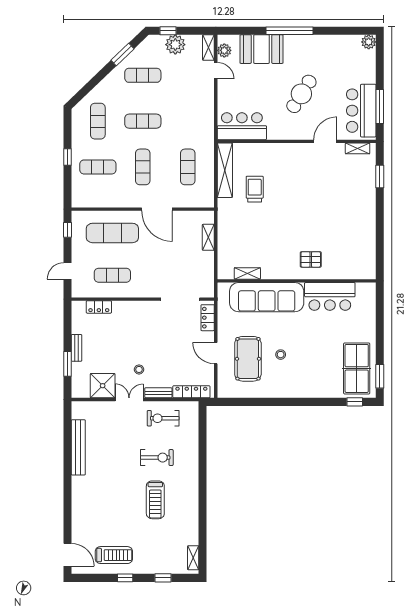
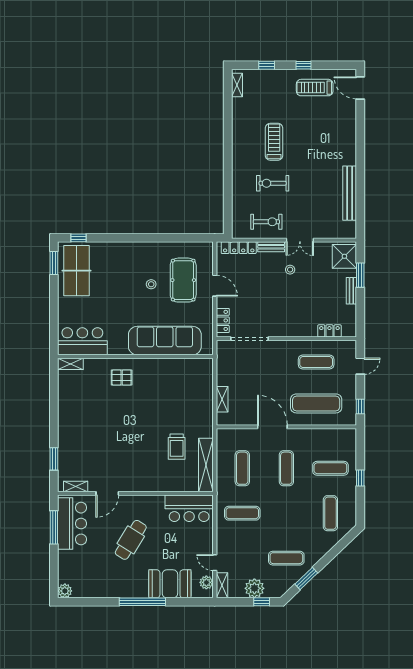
exercise mat: (143, 121) -> (242, 513), moved
shelving: (247, 273) -> (70, 364), moved
bar counter: (330, 296) -> (82, 341), moved
shower: (103, 386) -> (344, 256), moved

